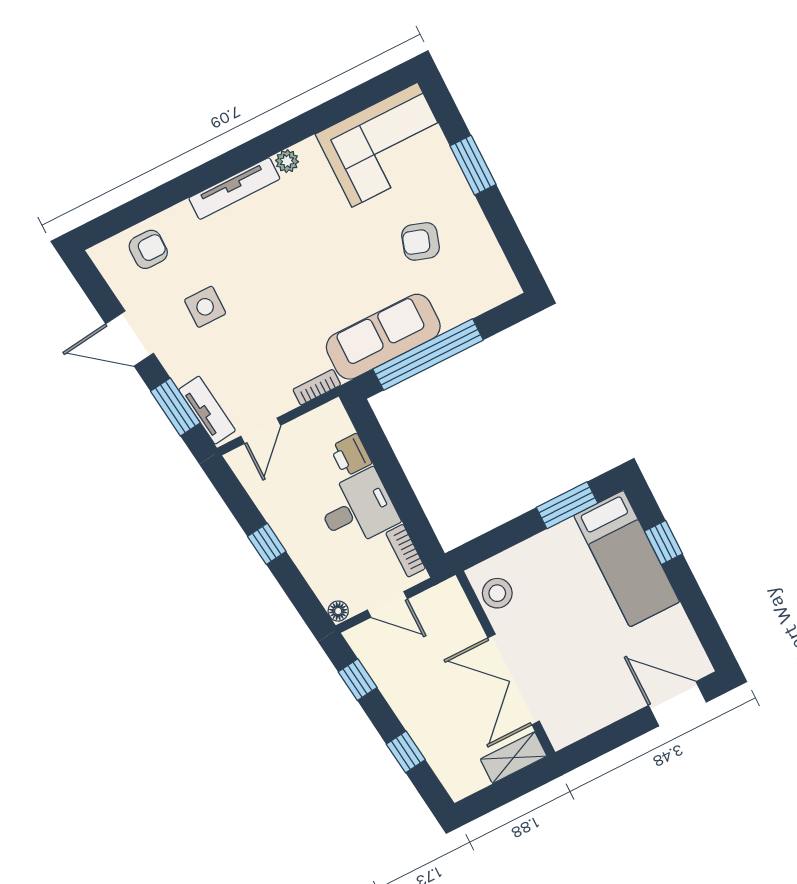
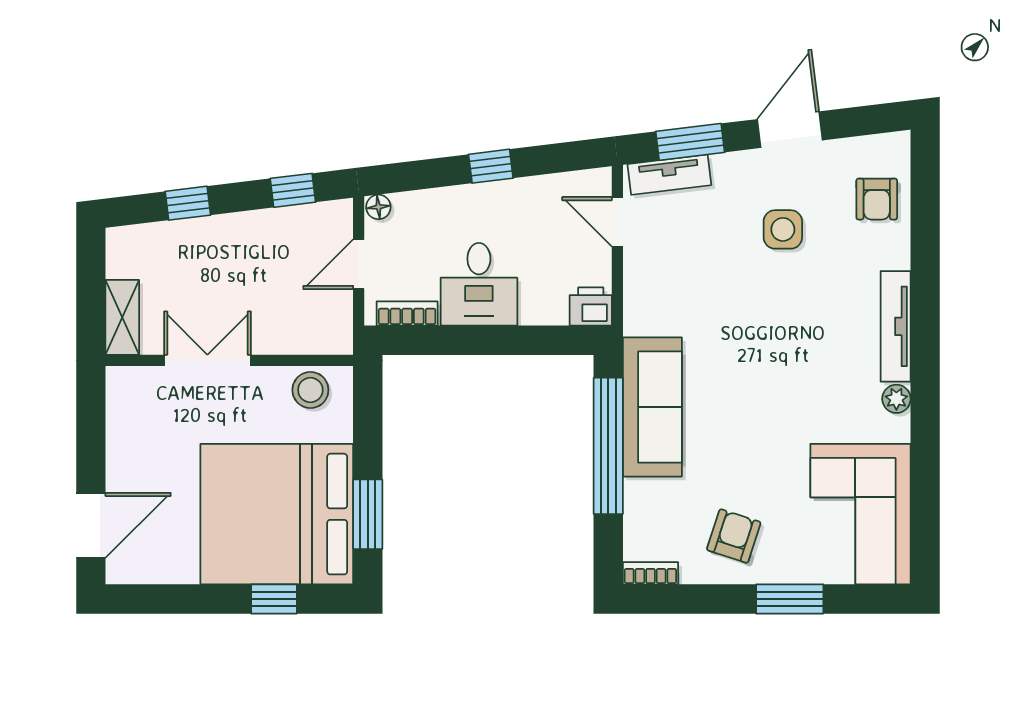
armchair: (421, 241) -> (734, 536), moved
bookcase: (317, 387) -> (650, 573), moved, turned -90
printer: (351, 455) -> (591, 307), moved
bed: (627, 559) -> (277, 514), width x2.04
double door: (514, 679) -> (207, 360), width x0.73

